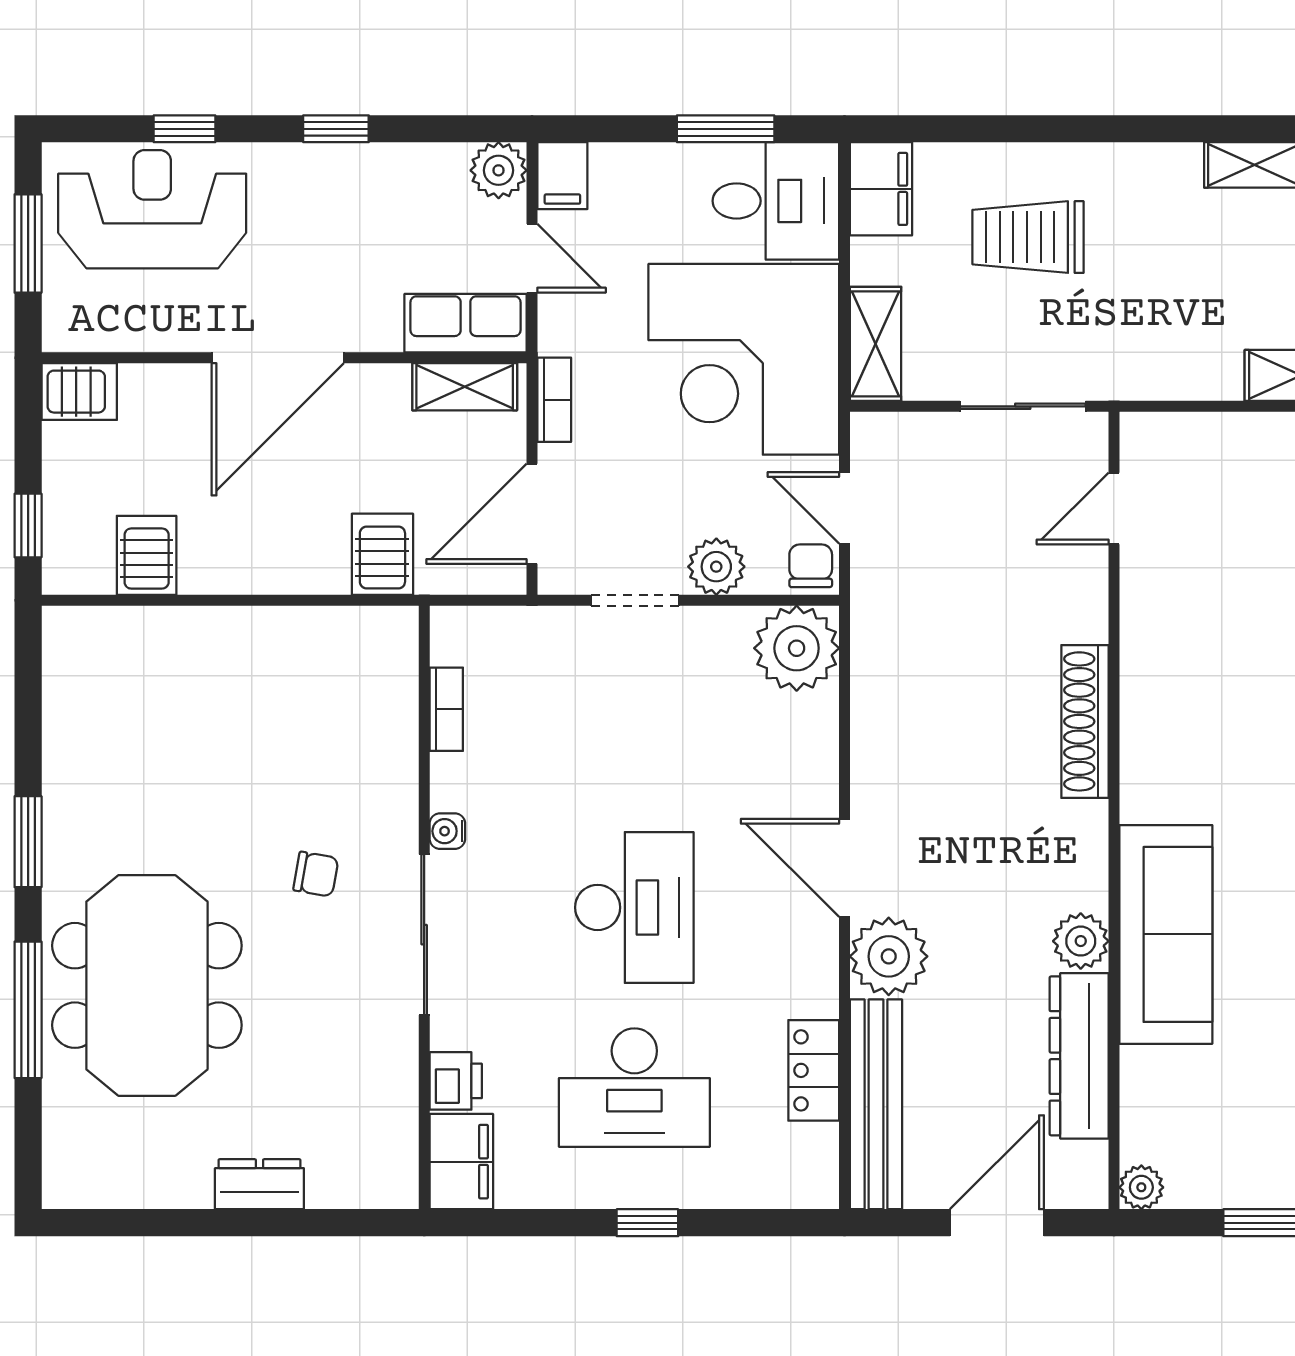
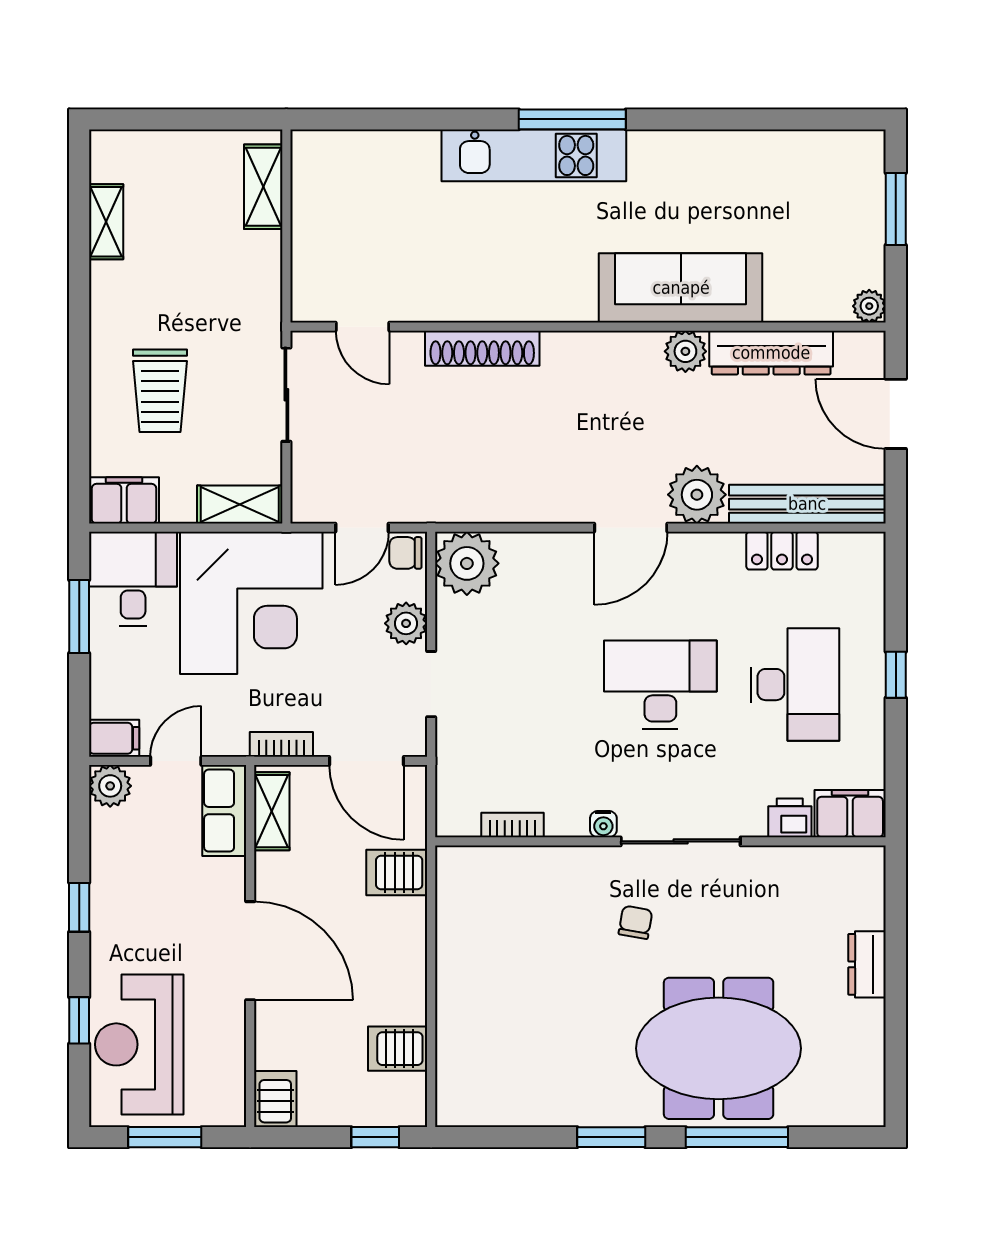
shoe rack: (1085, 721) -> (482, 348), moved

